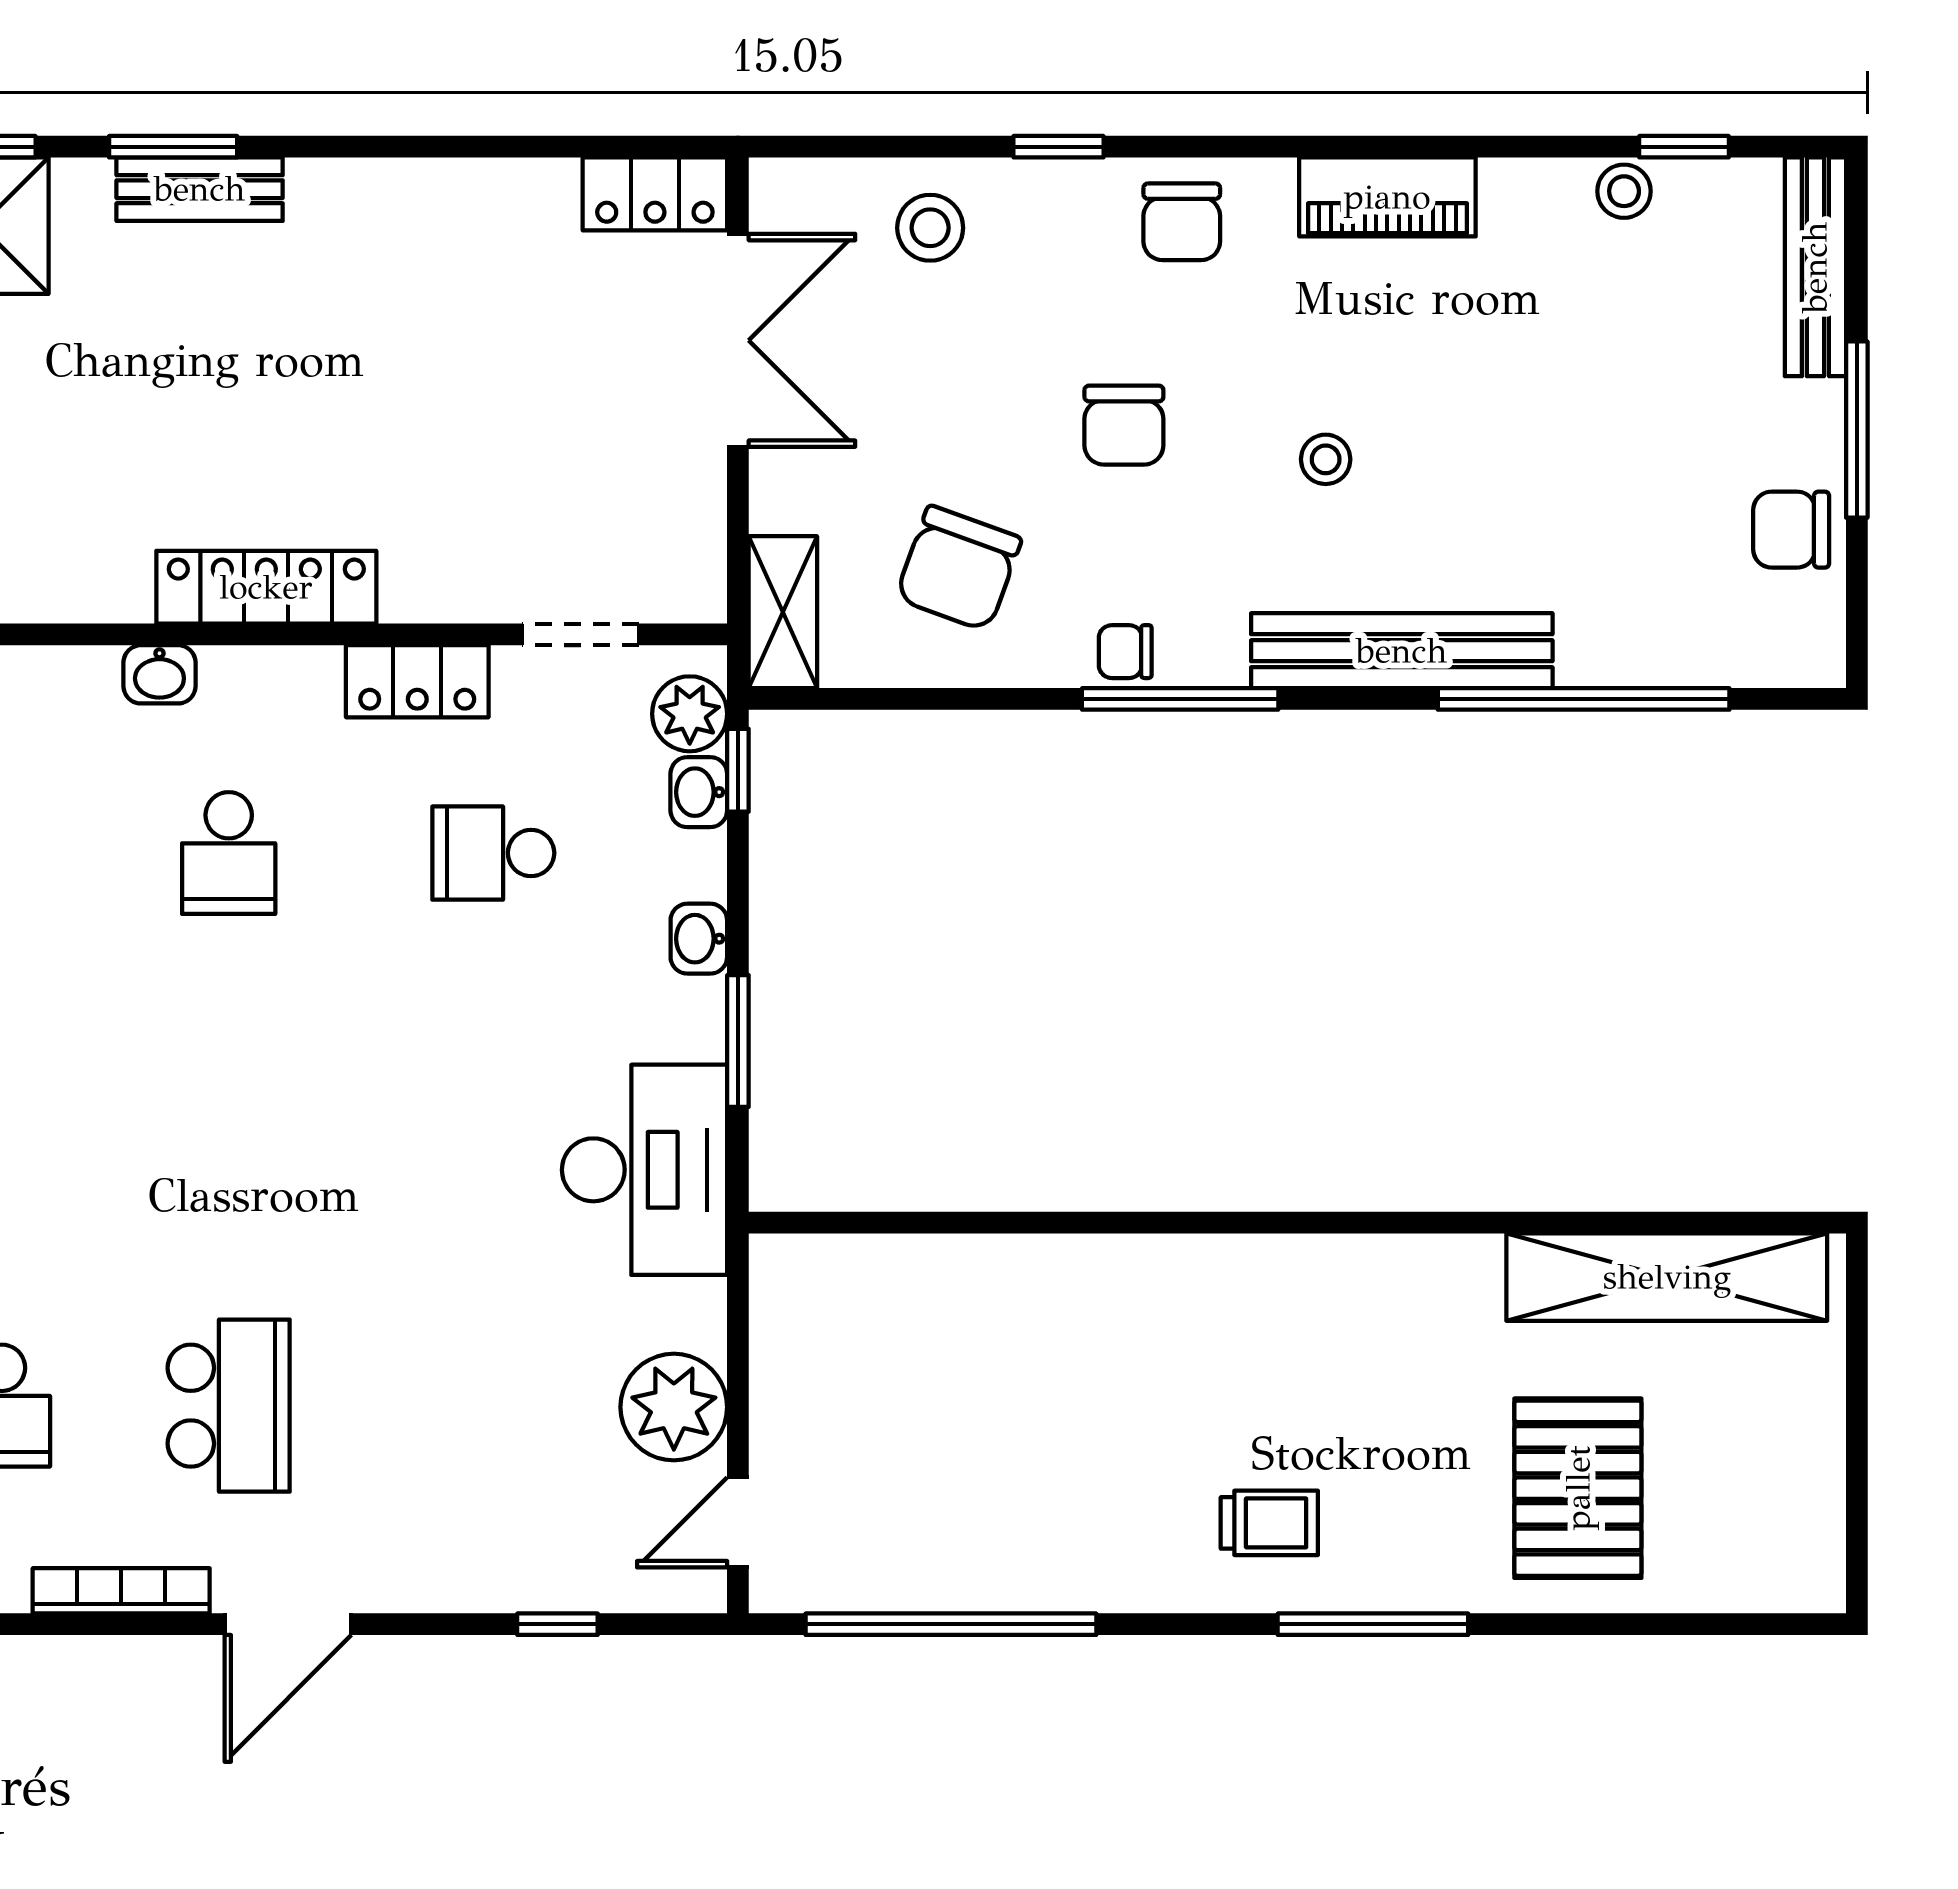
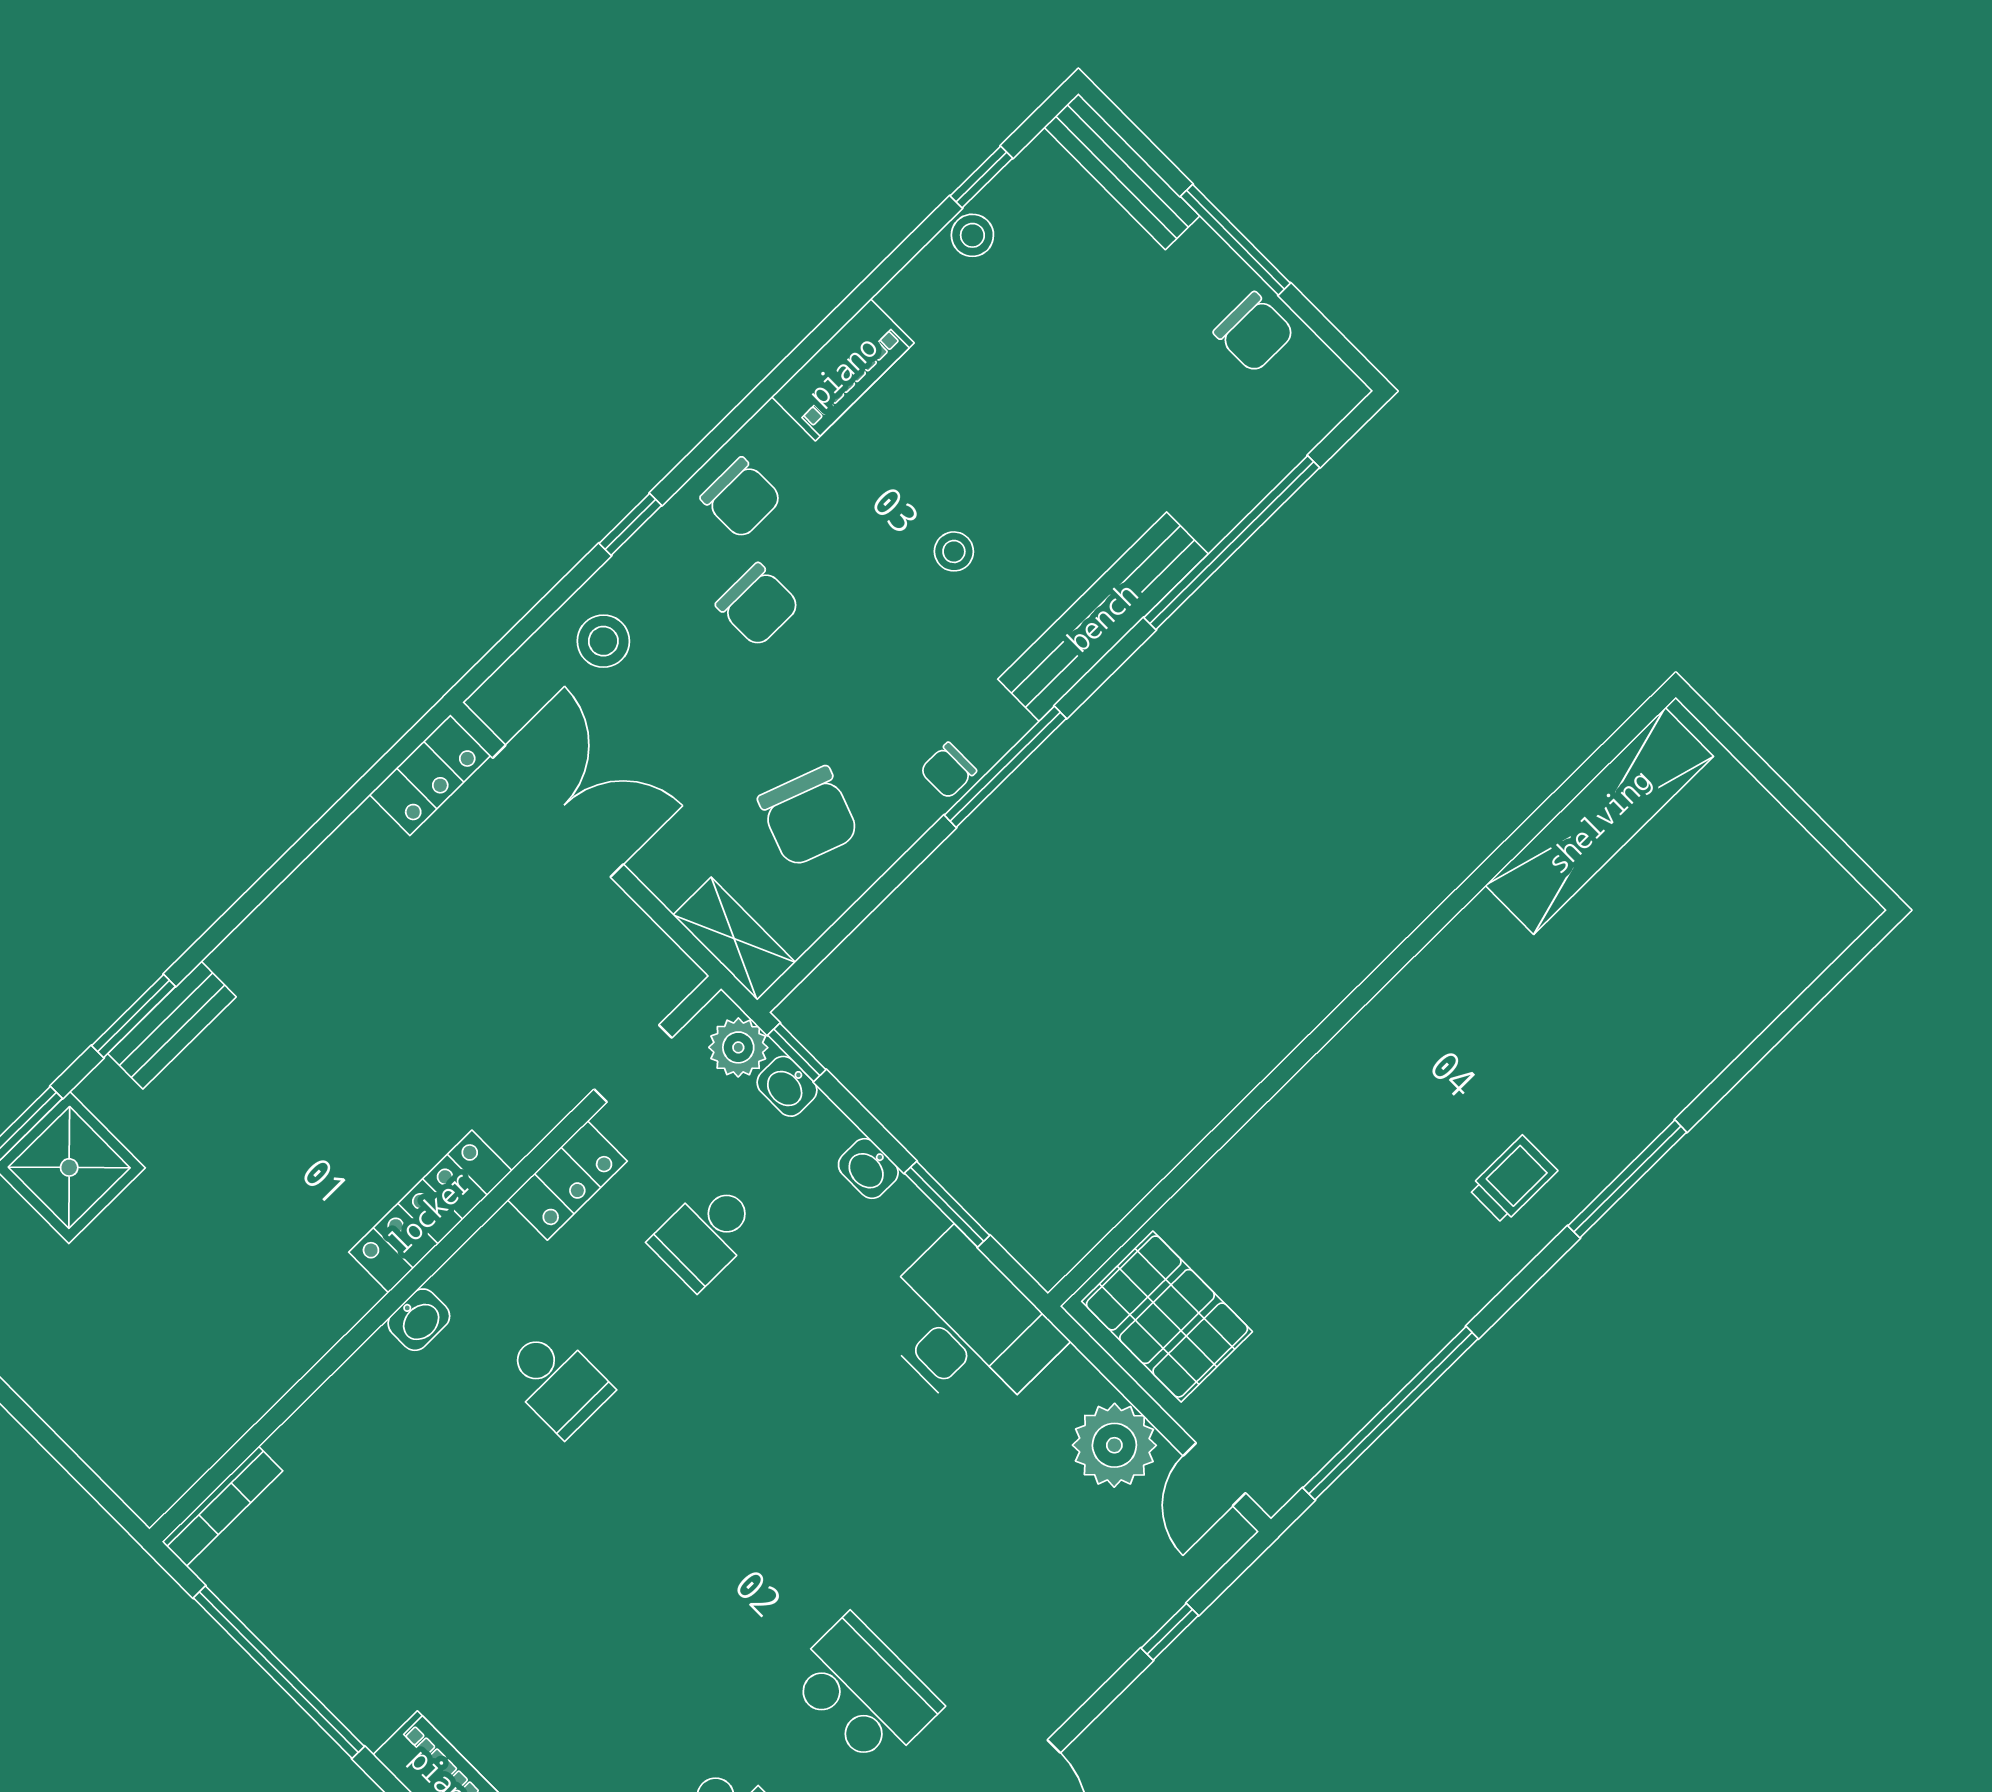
chair: (1124, 425) -> (758, 605), moved
chair: (1791, 530) -> (1254, 332), turned -90
pallet: (1578, 1488) -> (1167, 1317), moved

